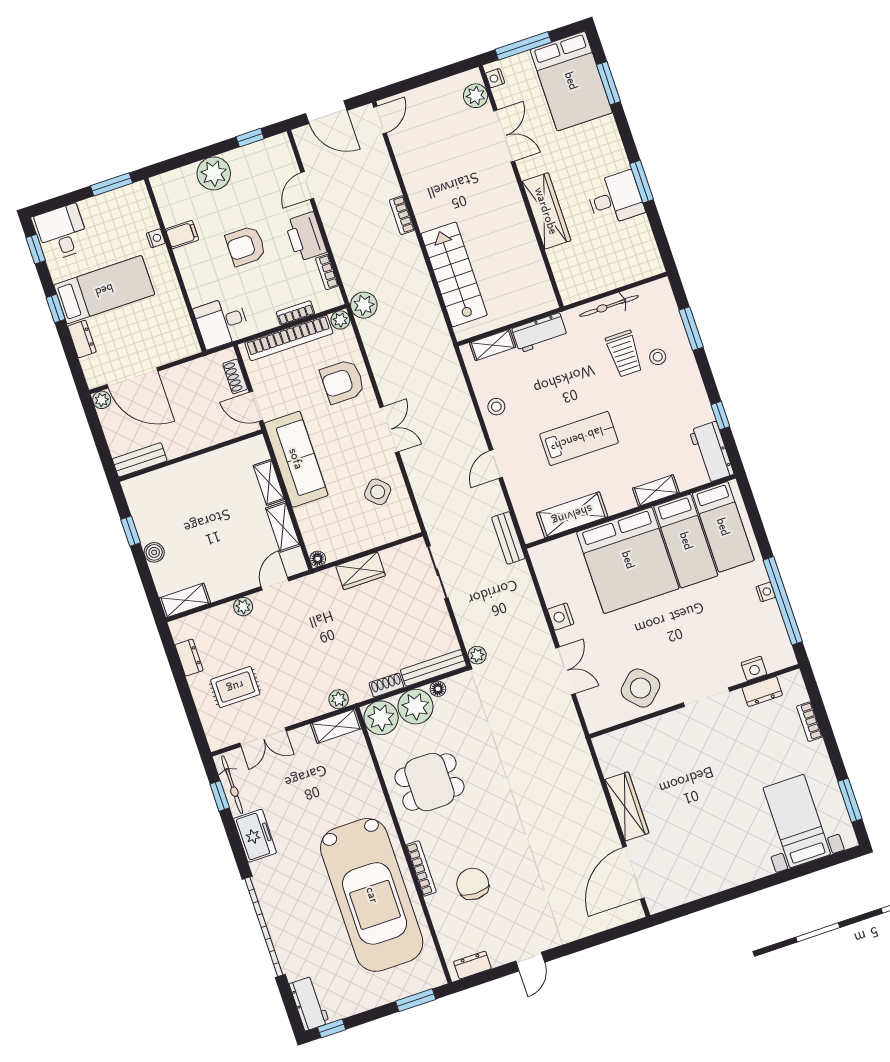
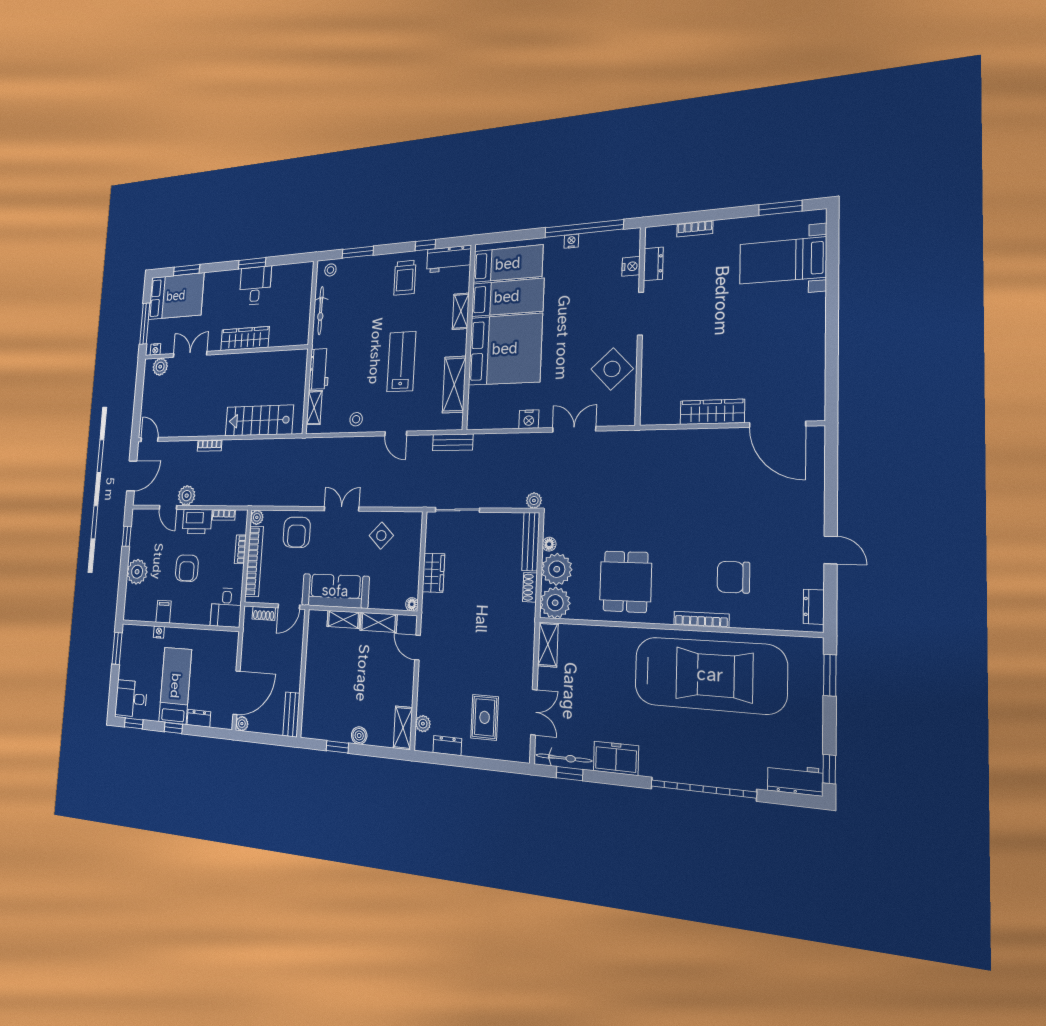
plant: (364, 305) -> (187, 496), moved
trolley: (624, 354) -> (405, 278), moved, turned 90
stool: (658, 357) -> (330, 270), moved
plant: (243, 607) -> (423, 724), moved
plant: (339, 699) -> (527, 633), removed

